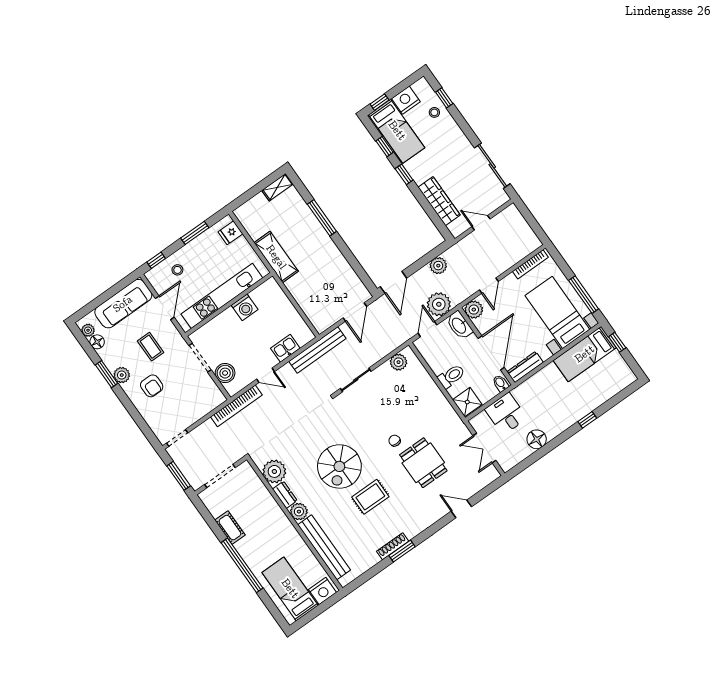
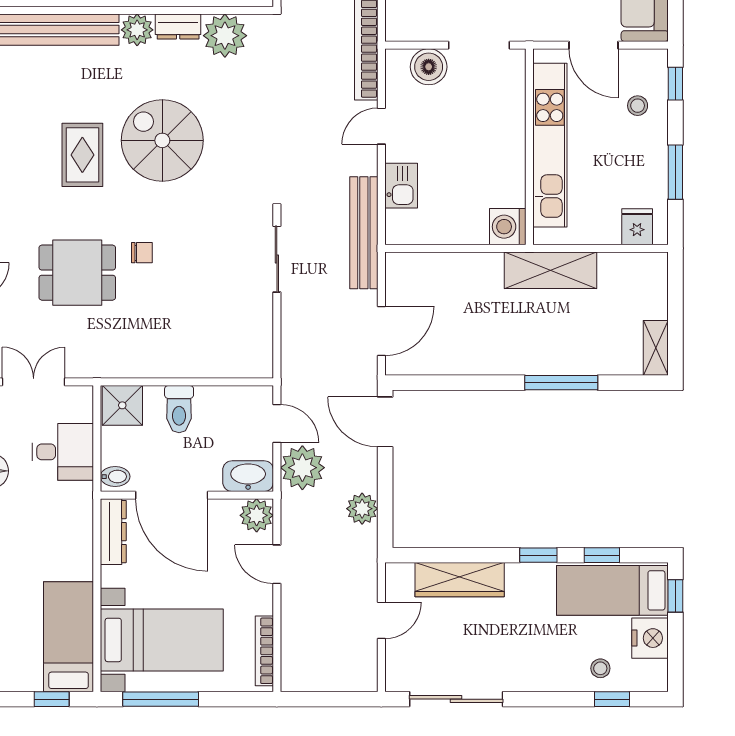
washing machine: (245, 307) -> (508, 227), moved
door: (355, 312) -> (381, 331), swing flipped
plant: (399, 362) -> (258, 343), removed

